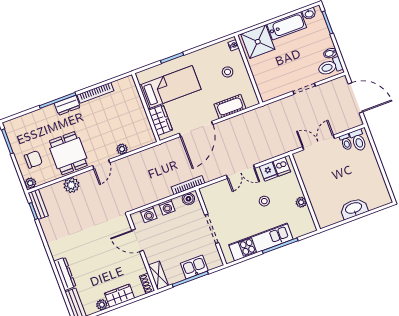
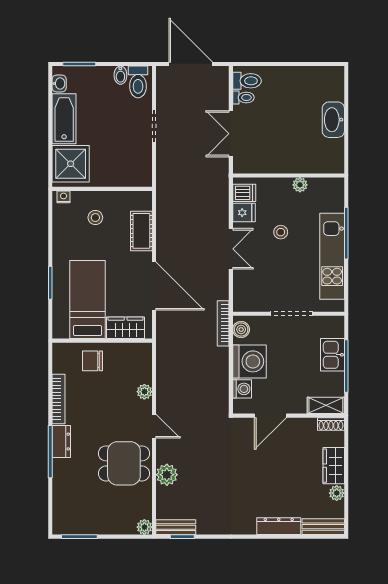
door: (355, 98) -> (191, 64), hinge flipped
chair: (33, 159) -> (93, 361), moved, turned -90
washing machine: (167, 207) -> (250, 361), width x1.89, depth x1.89

